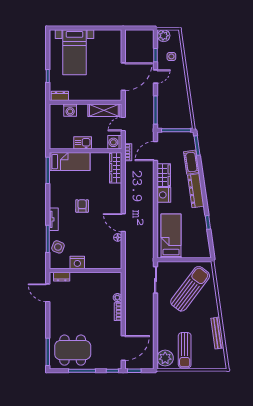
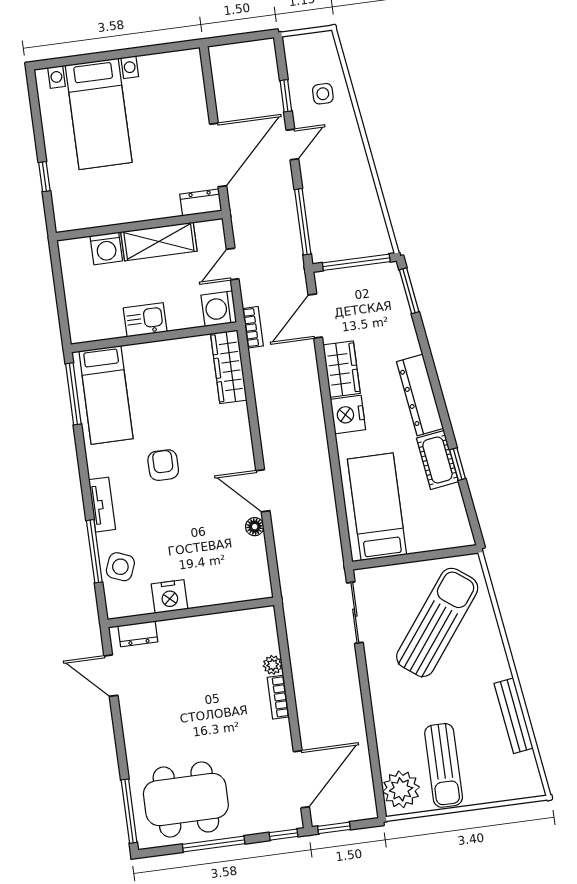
plant: (164, 36) -> (299, 48), removed
dresser: (60, 96) -> (201, 202), moved
shelving: (104, 110) -> (159, 242), moved
bed: (70, 162) -> (106, 395), moved, turned 90
cot: (191, 162) -> (437, 460), moved

